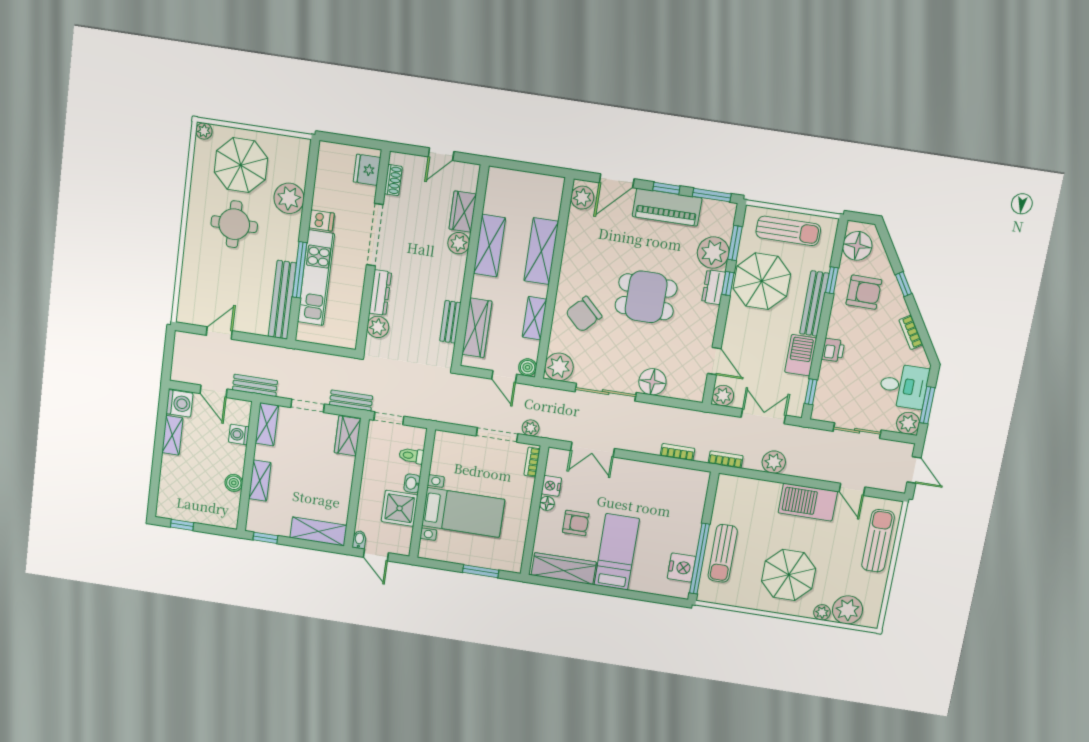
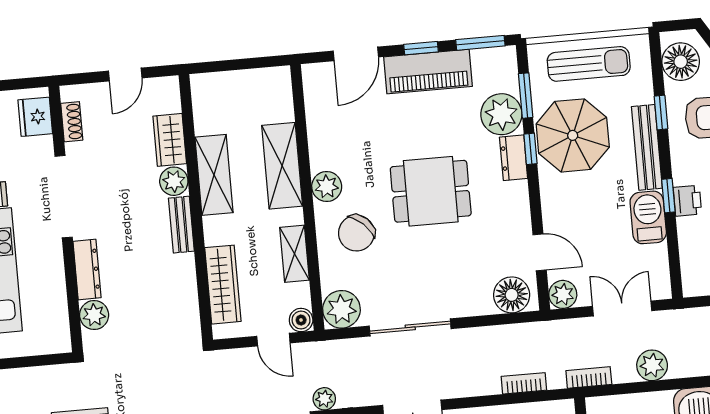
plant: (582, 198) -> (327, 187), moved
bench: (450, 322) -> (181, 225), moved
floor lamp: (652, 382) -> (512, 295), moved
window: (811, 392) -> (668, 196), moved

